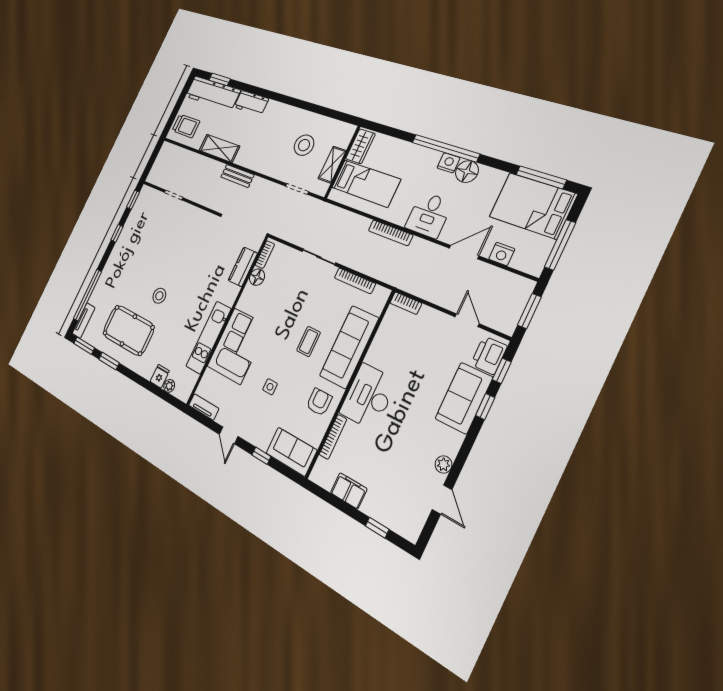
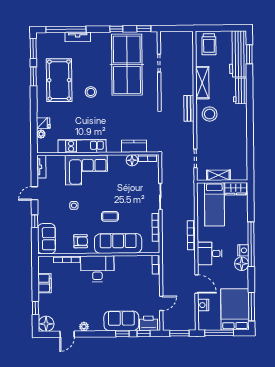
stool: (304, 145) -> (210, 114), moved
table tennis table: (156, 236) -> (127, 65), added
tv unit: (84, 321) -> (78, 37), moved
floor lamp: (409, 525) -> (46, 324), added

